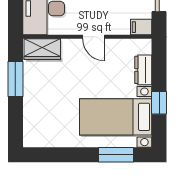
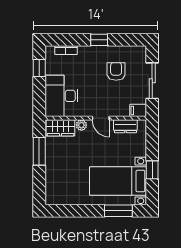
plant: (69, 46) -> (81, 125), added
dresser: (143, 70) -> (125, 126), moved, turned -90

